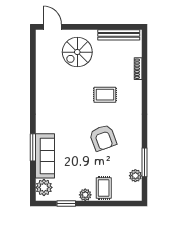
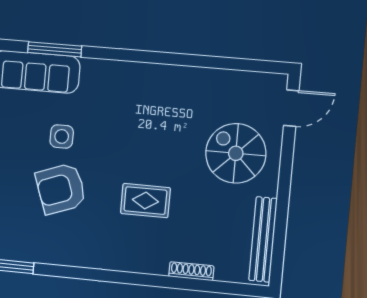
rug: (105, 95) -> (145, 201), turned 90
side table: (77, 140) -> (62, 136), added

